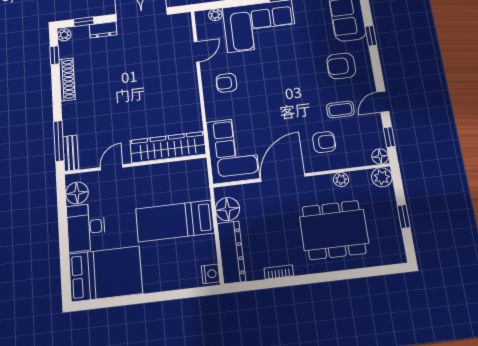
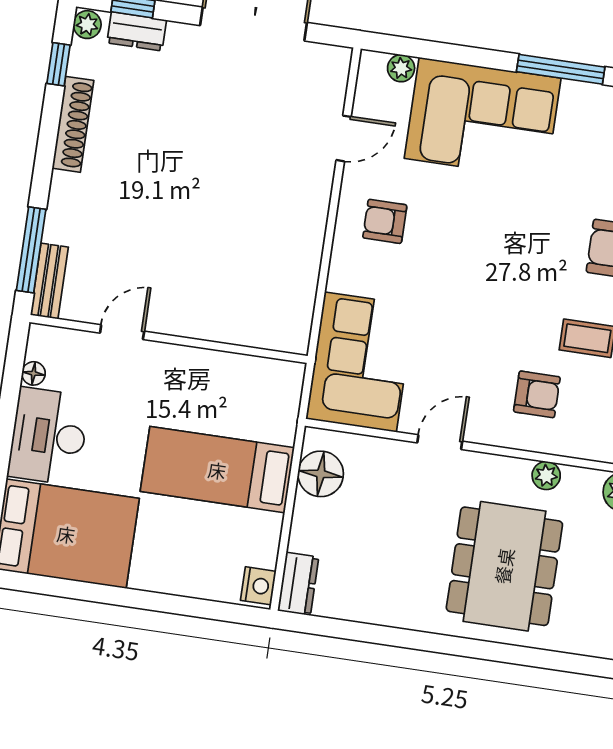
dresser: (103, 30) -> (137, 31), moved
wardrobe: (168, 147) -> (239, 322), removed
door: (283, 178) -> (440, 442), width x0.53
floor lamp: (77, 193) -> (33, 373), width x0.53, depth x0.53
dining table: (334, 230) -> (504, 566), turned 90
dresser: (231, 252) -> (298, 584), width x0.51, depth x0.80
bookcase: (279, 272) -> (382, 616), removed

